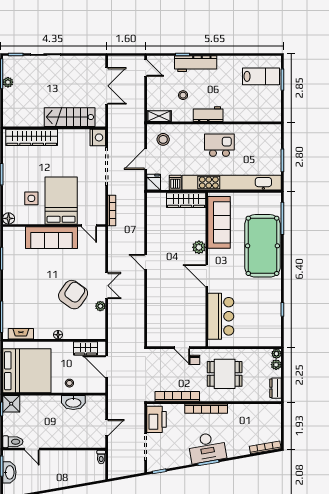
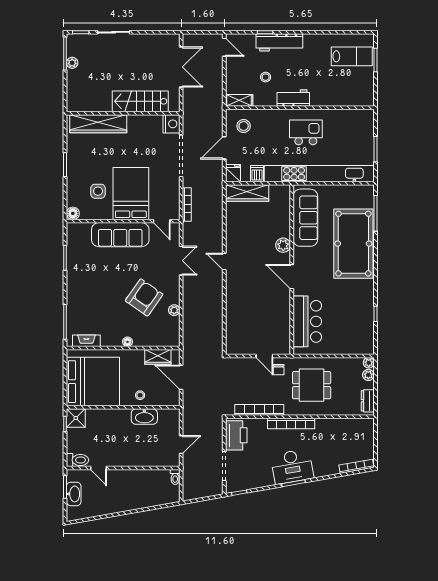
wardrobe: (186, 200) -> (247, 193), moved
double door: (107, 286) -> (181, 261), moved

